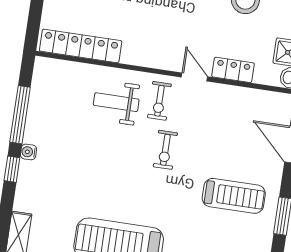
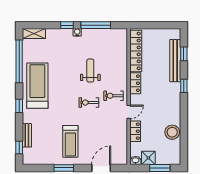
locker: (142, 56) -> (135, 83), added
weight bench: (116, 102) -> (90, 71), moved

